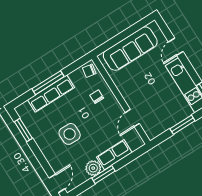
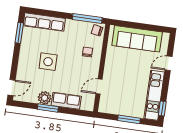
window: (48, 83) -> (87, 19), moved
row of seats: (51, 94) -> (44, 22), moved

